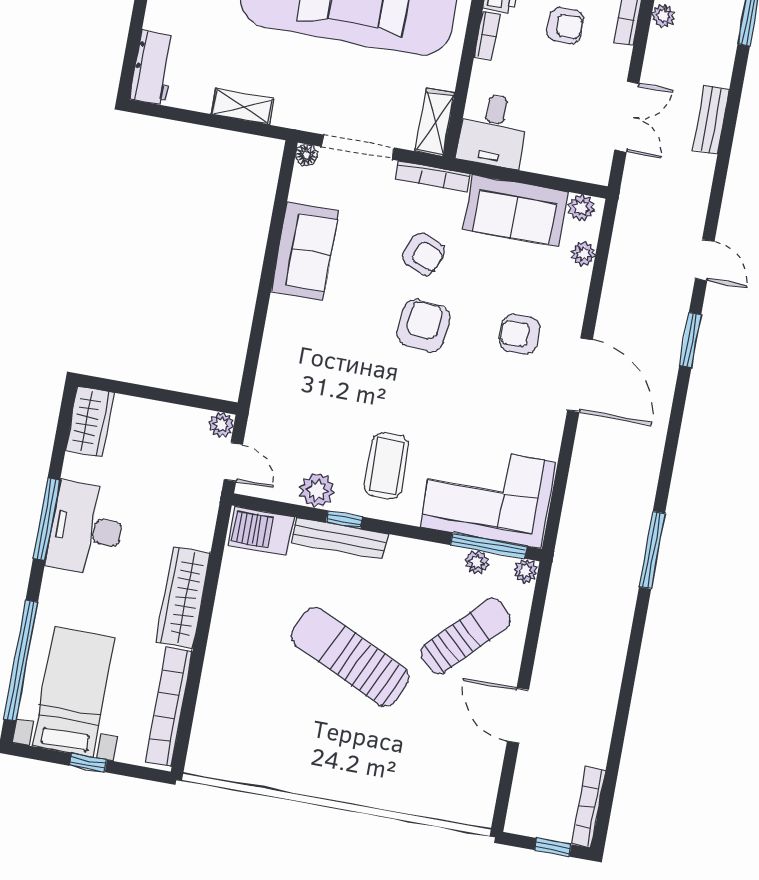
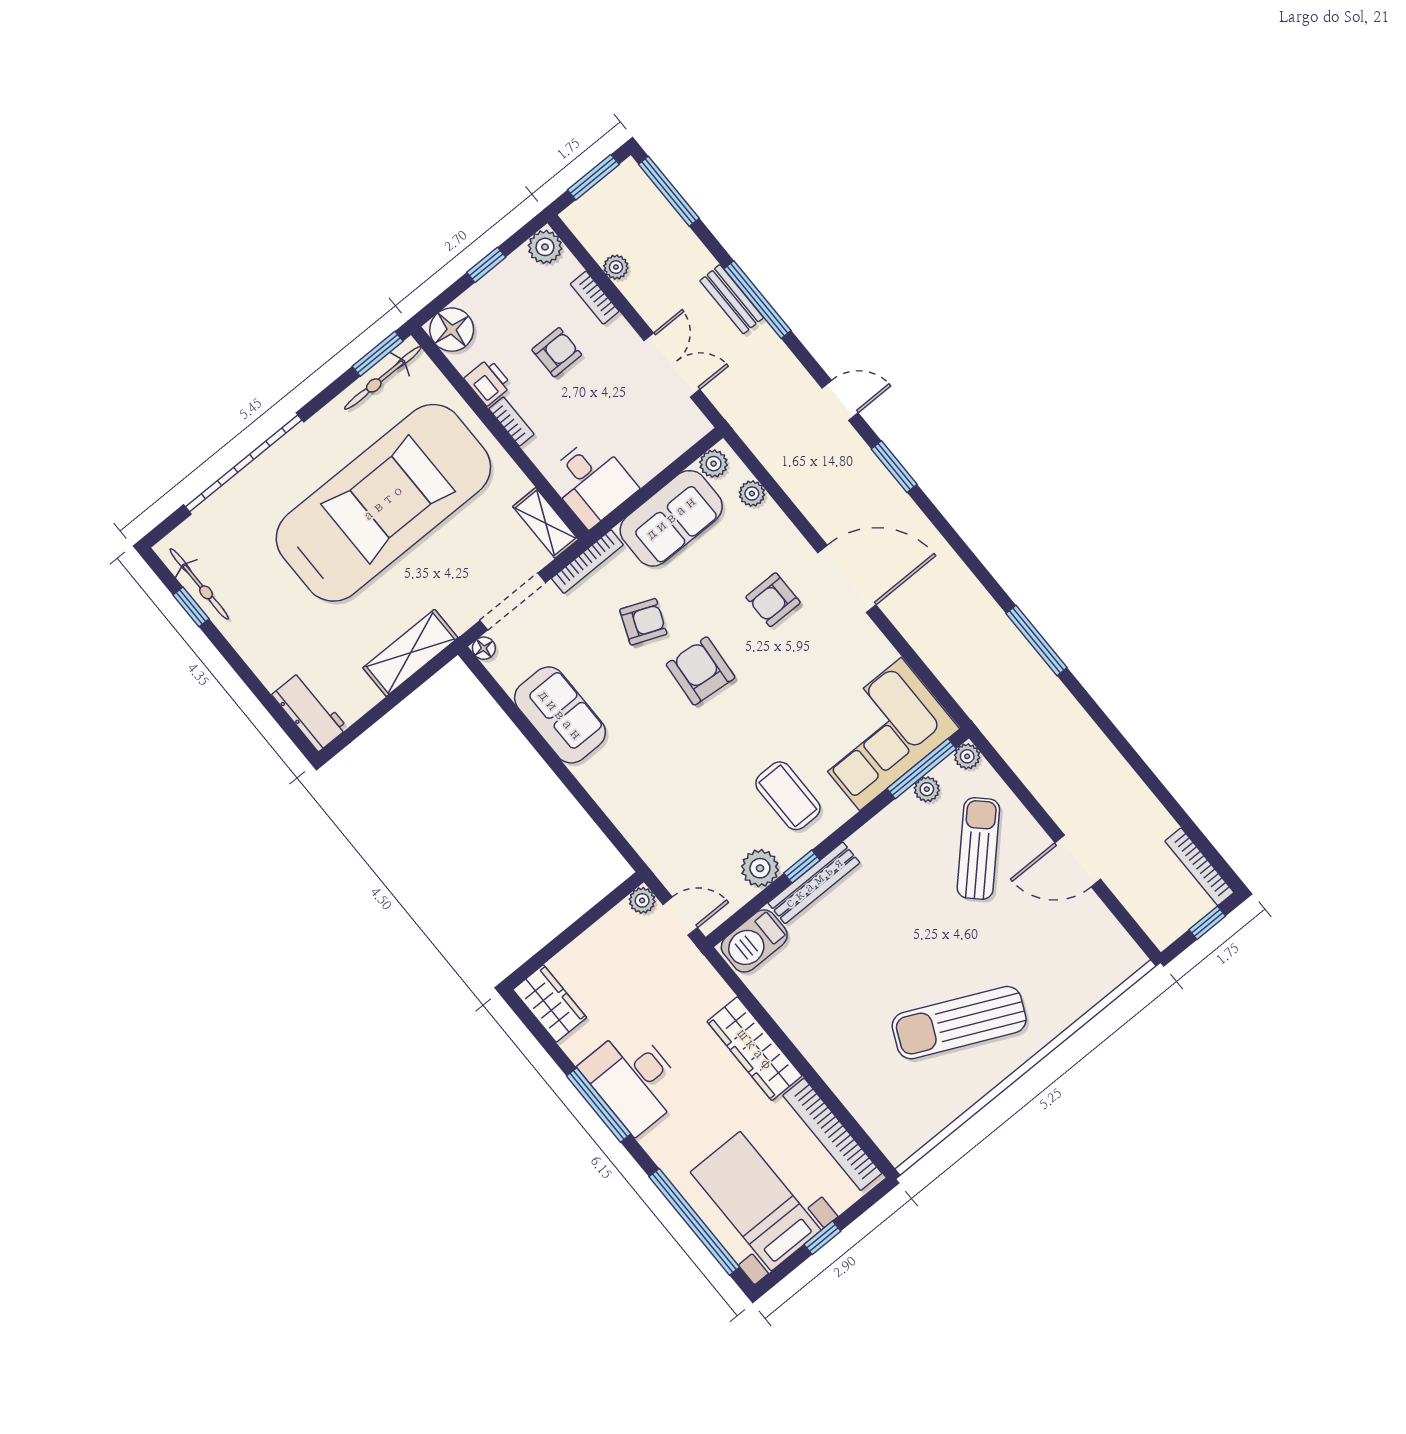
shelving: (242, 106) -> (410, 653), width x1.50, depth x1.33
window: (727, 138) -> (757, 300), added
sun lounger: (350, 657) -> (959, 1023), moved

